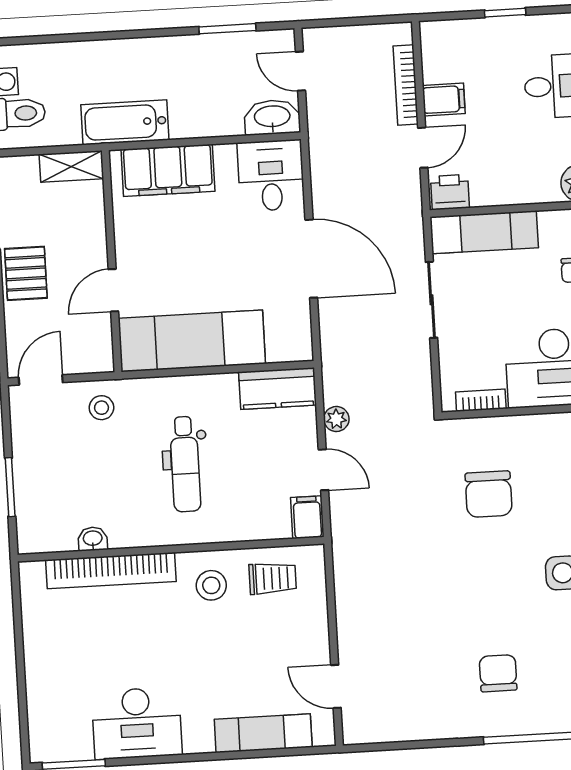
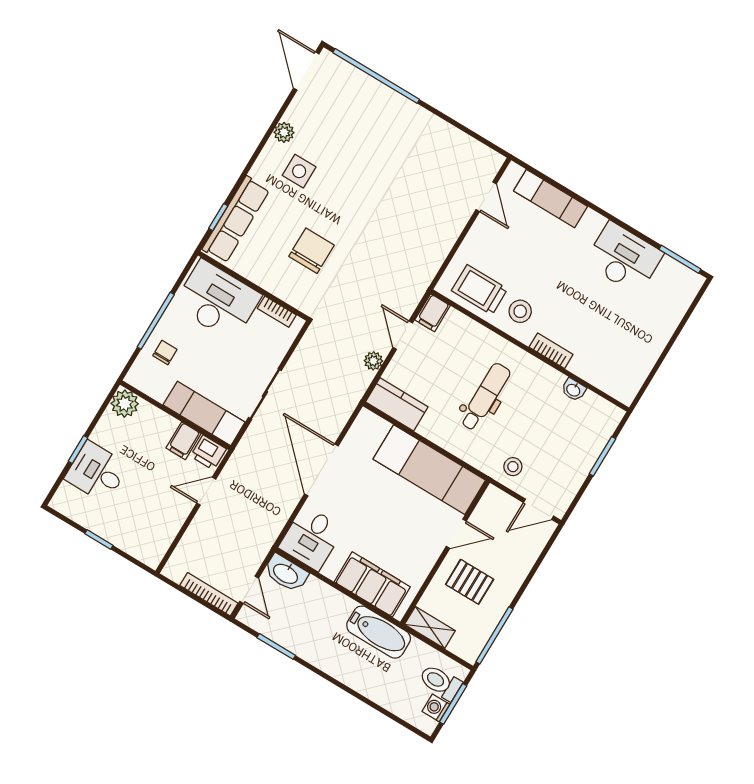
bookcase: (406, 85) -> (209, 594), moved, turned -90
filing cabinet: (444, 100) -> (184, 441), moved, turned -90
pallet: (26, 273) -> (470, 582), moved, turned 90
bookcase: (111, 571) -> (551, 351), width x0.43, depth x0.76
trolley: (273, 578) -> (480, 290), width x1.36, depth x1.39
chair: (498, 673) -> (381, 137), removed

